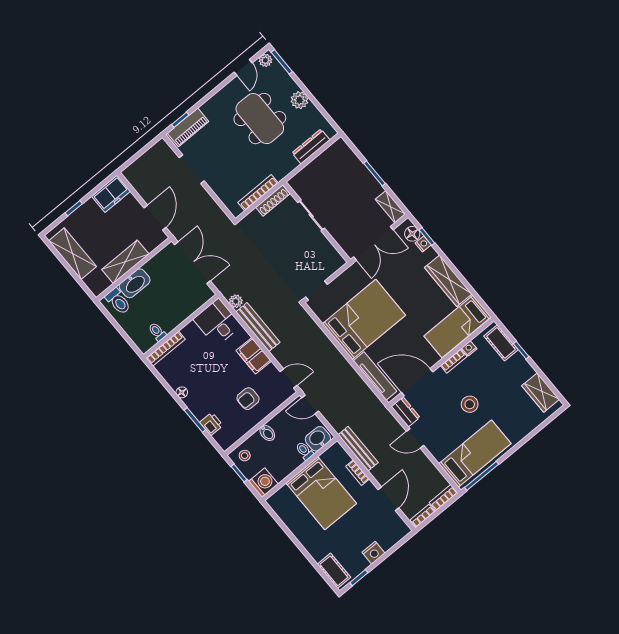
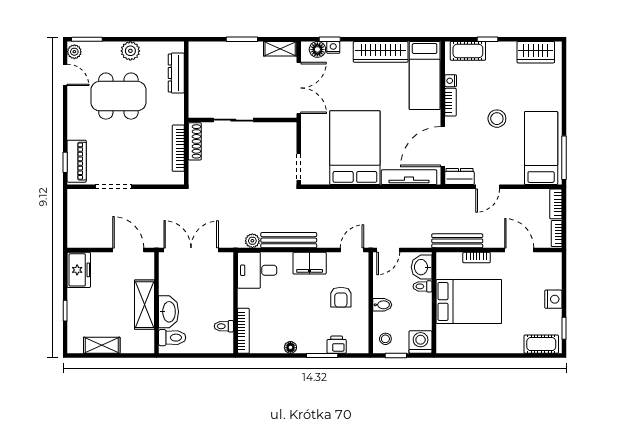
shelving: (73, 254) -> (102, 345), width x0.67, depth x0.75

